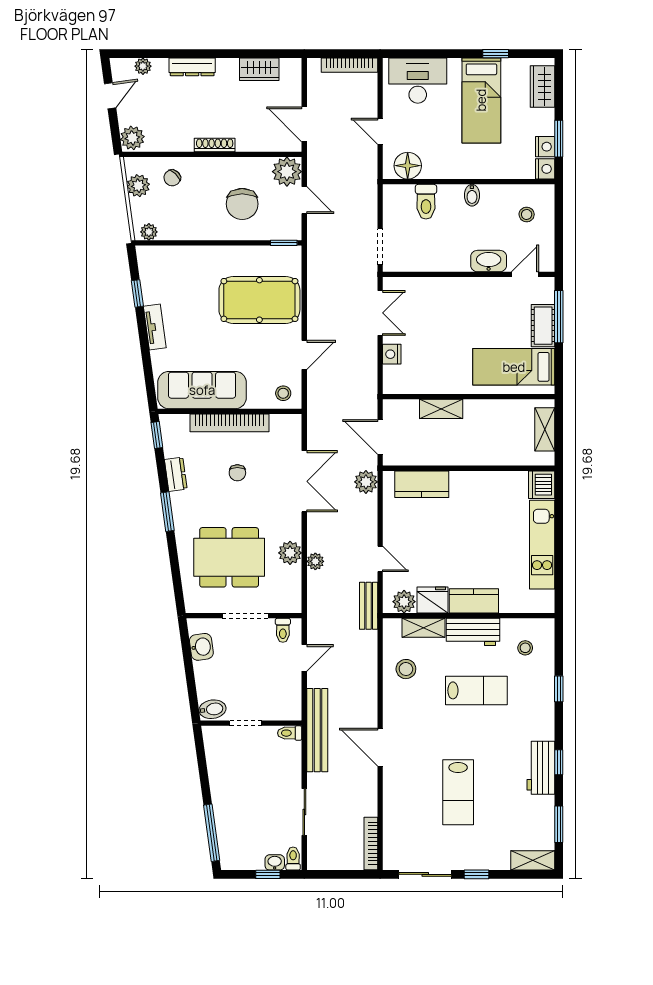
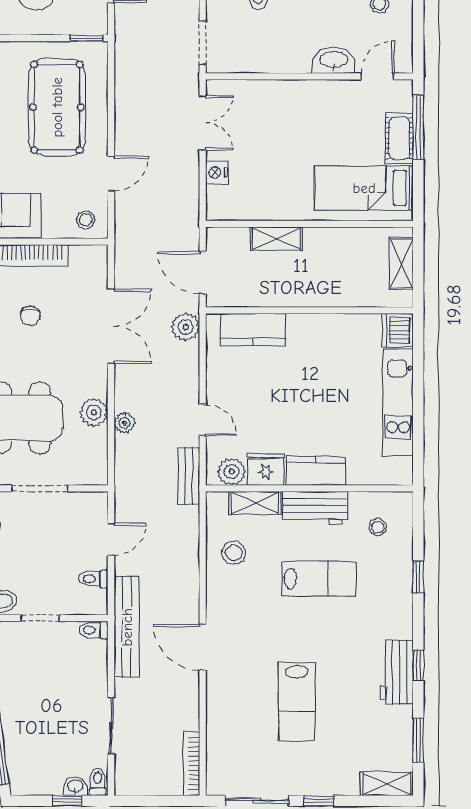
pool table: (259, 300) -> (57, 107), turned 90
toilet: (283, 630) -> (93, 579), moved, turned 90

